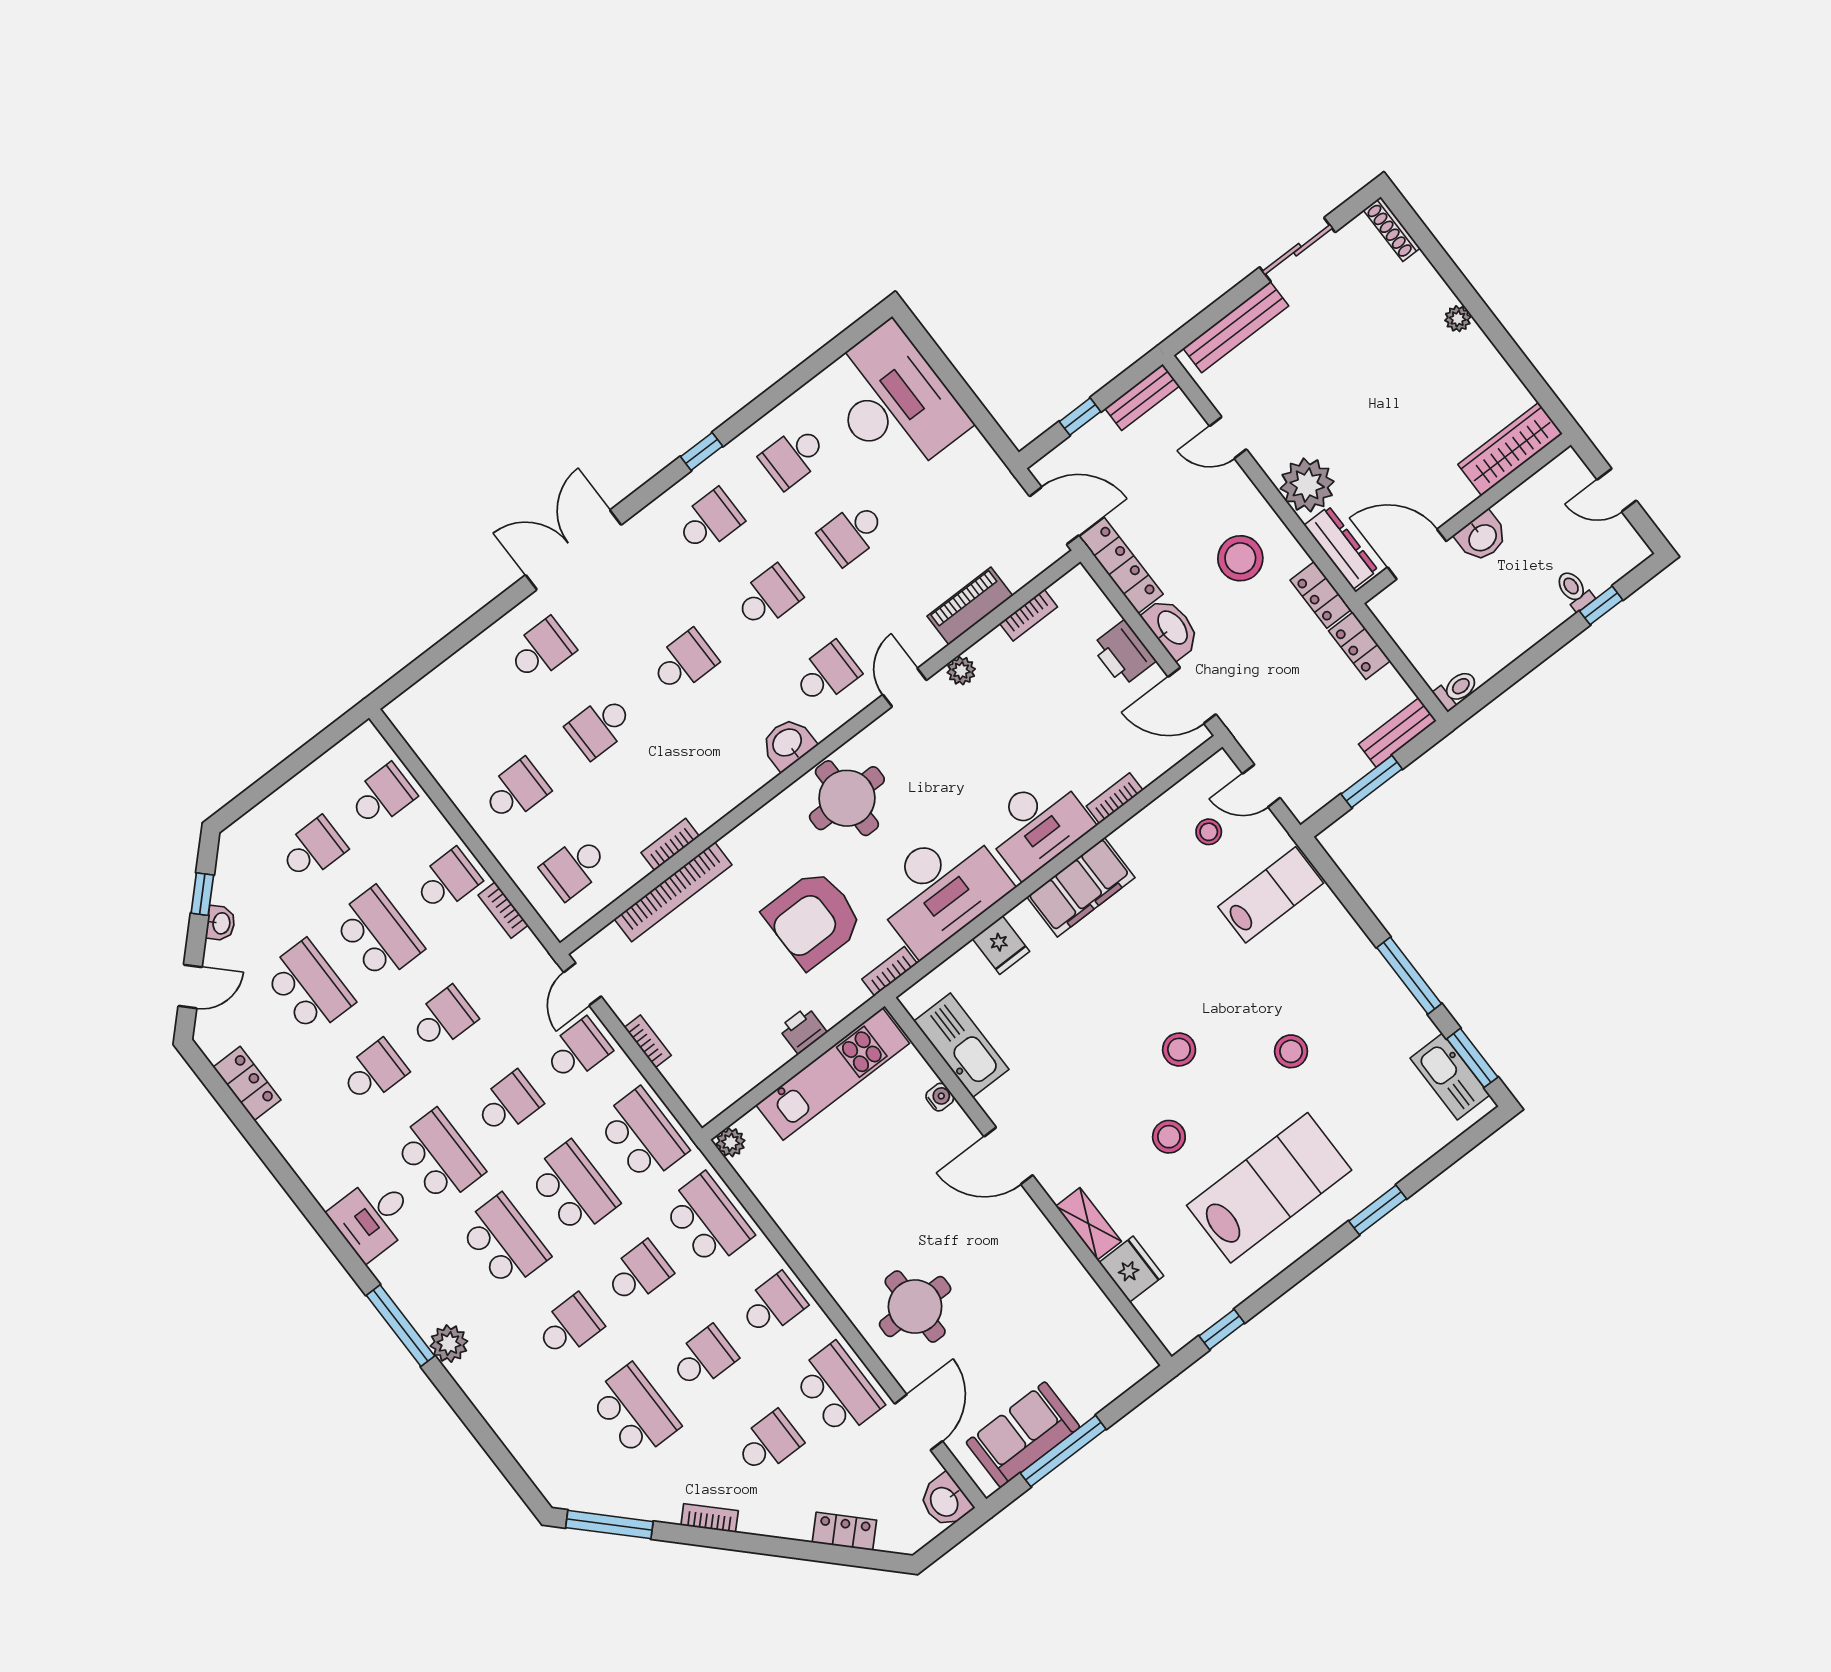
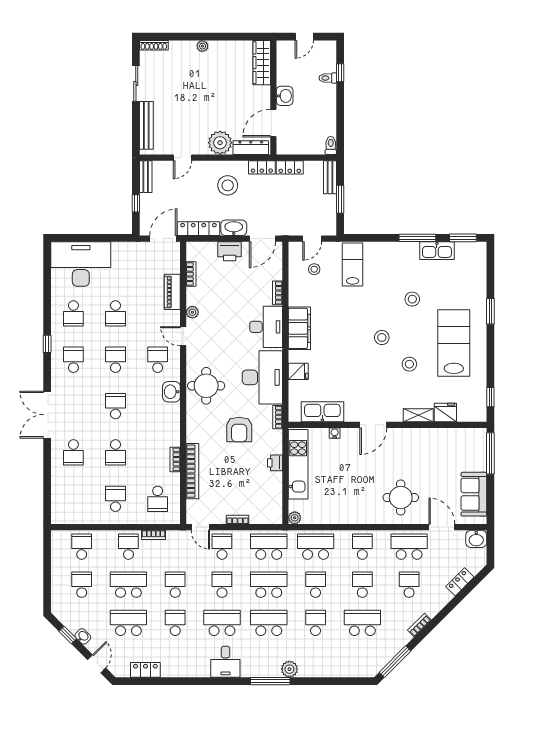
school desk: (541, 650) -> (73, 452), turned 180
armchair: (813, 919) -> (239, 430), width x0.73, depth x0.73
kitchen sink: (1450, 1077) -> (437, 251), moved
window: (1063, 1451) -> (490, 453), moved

